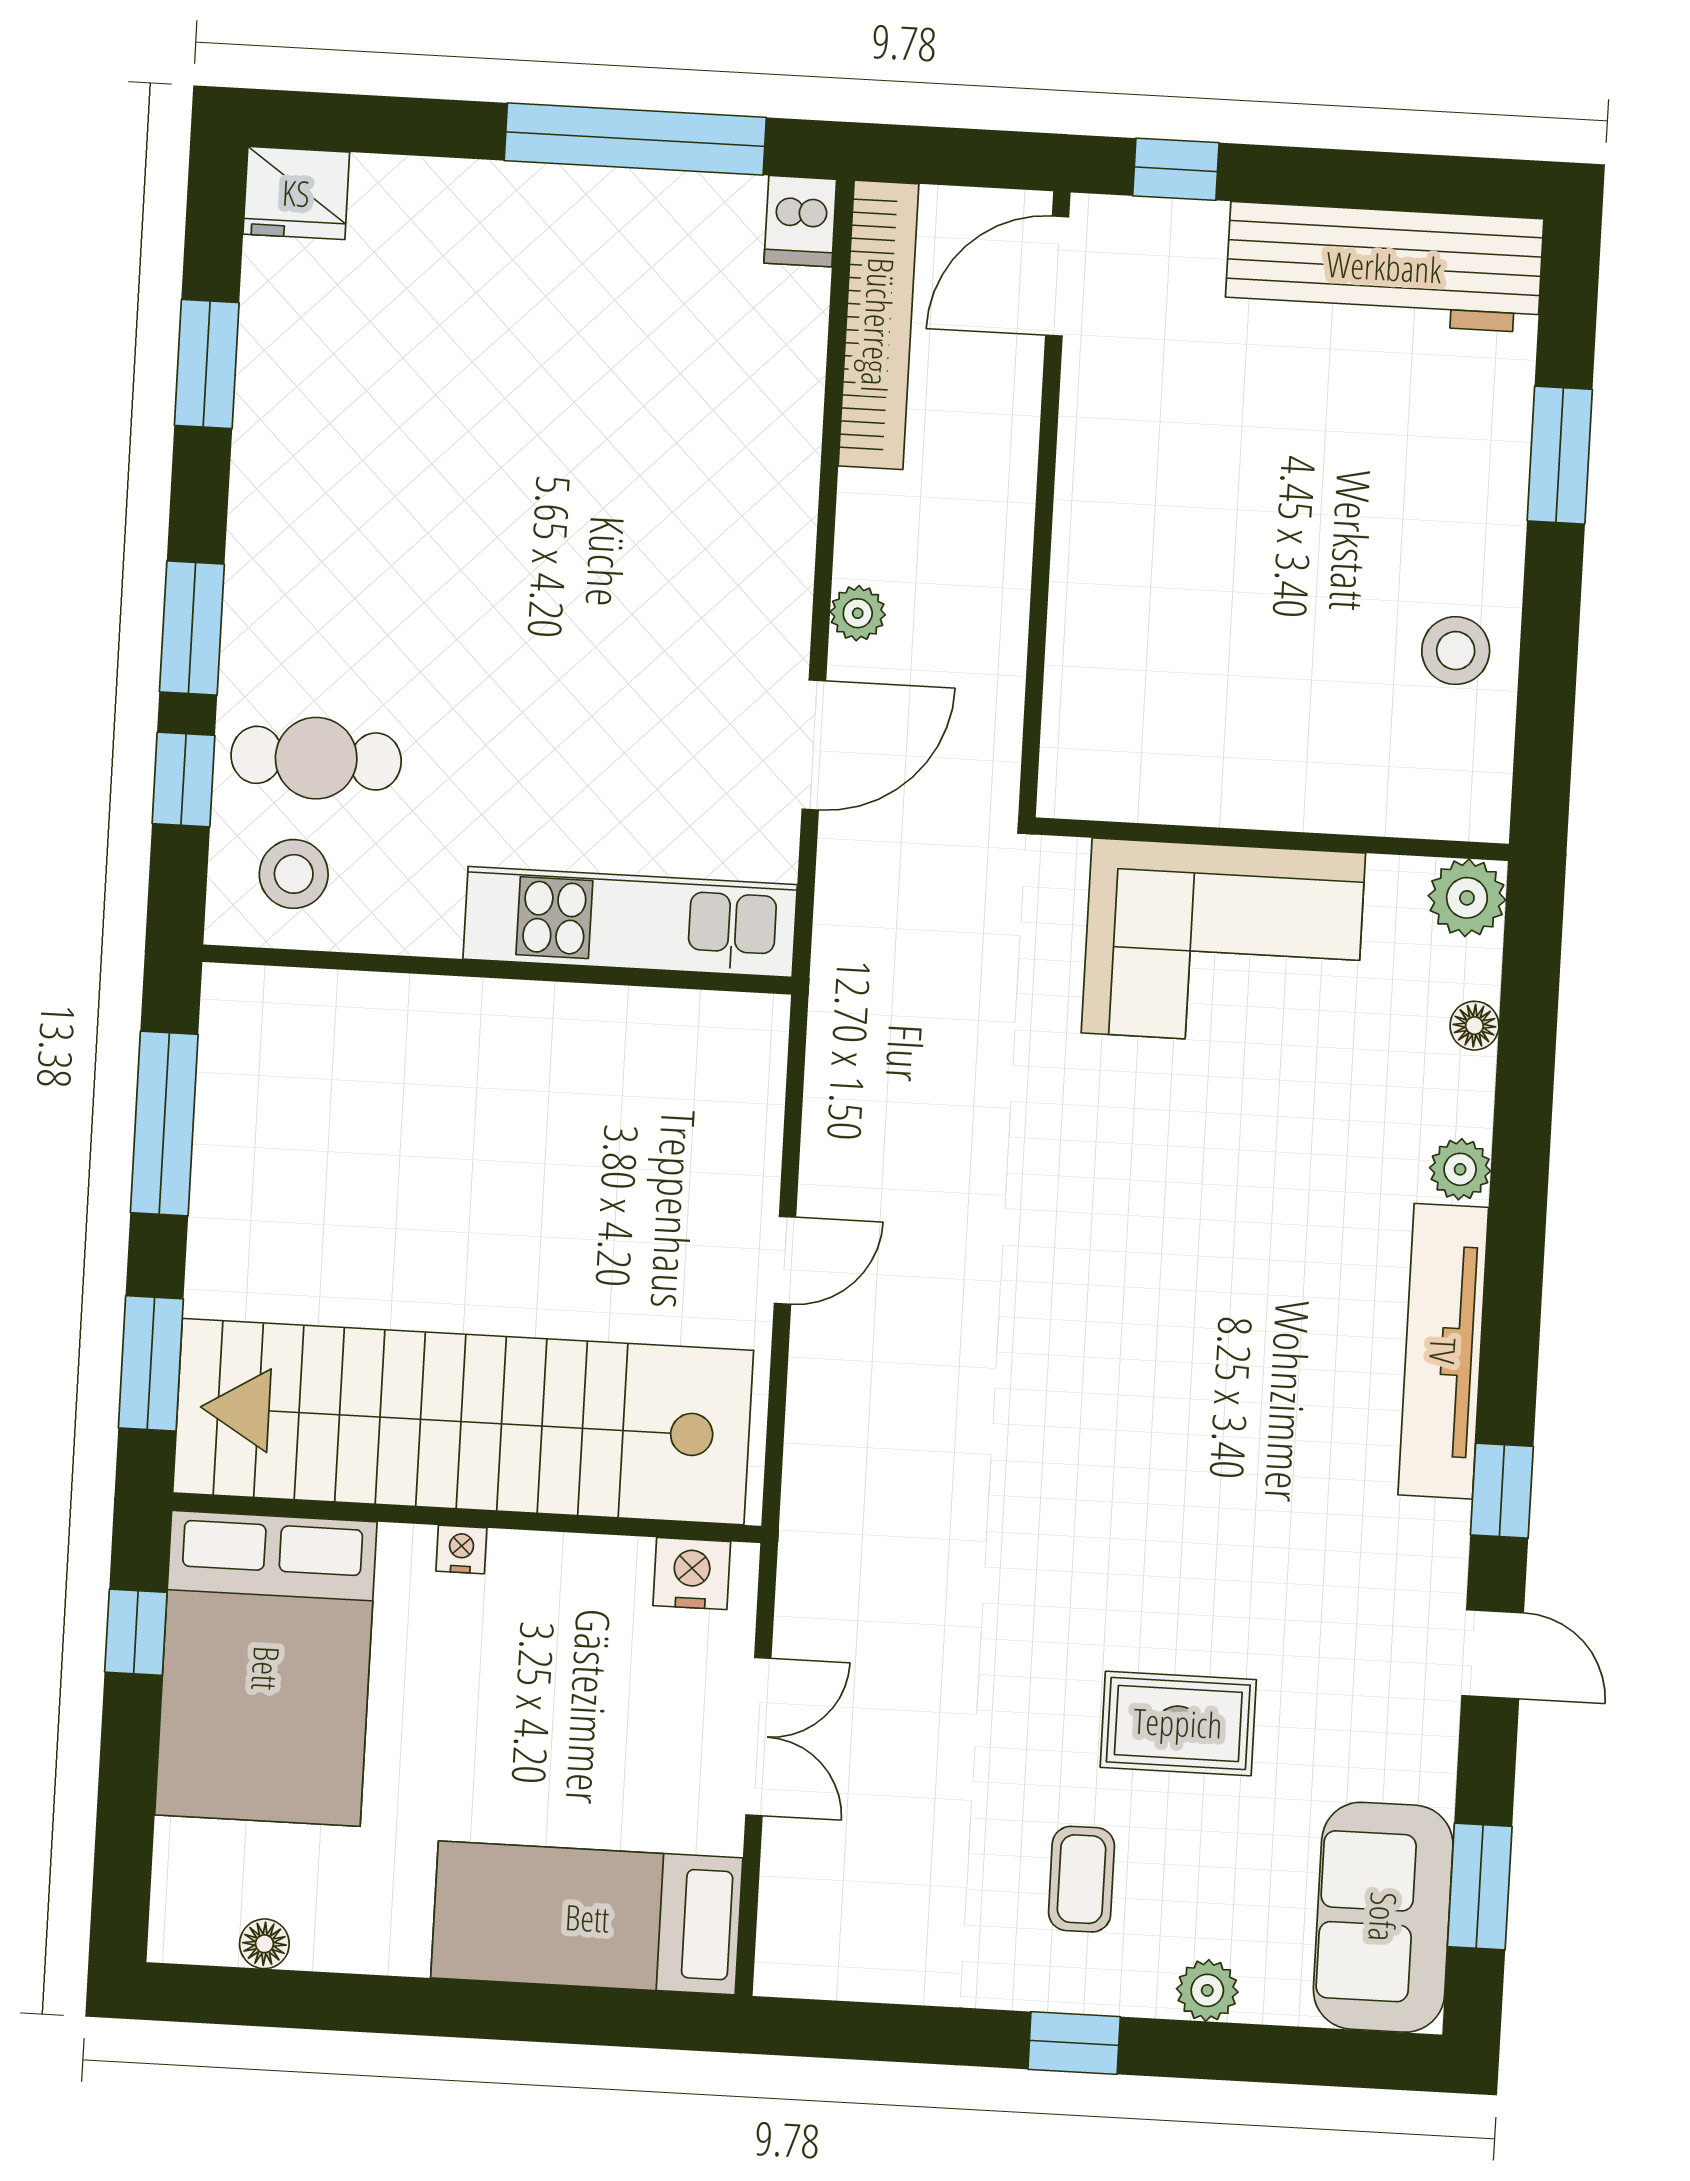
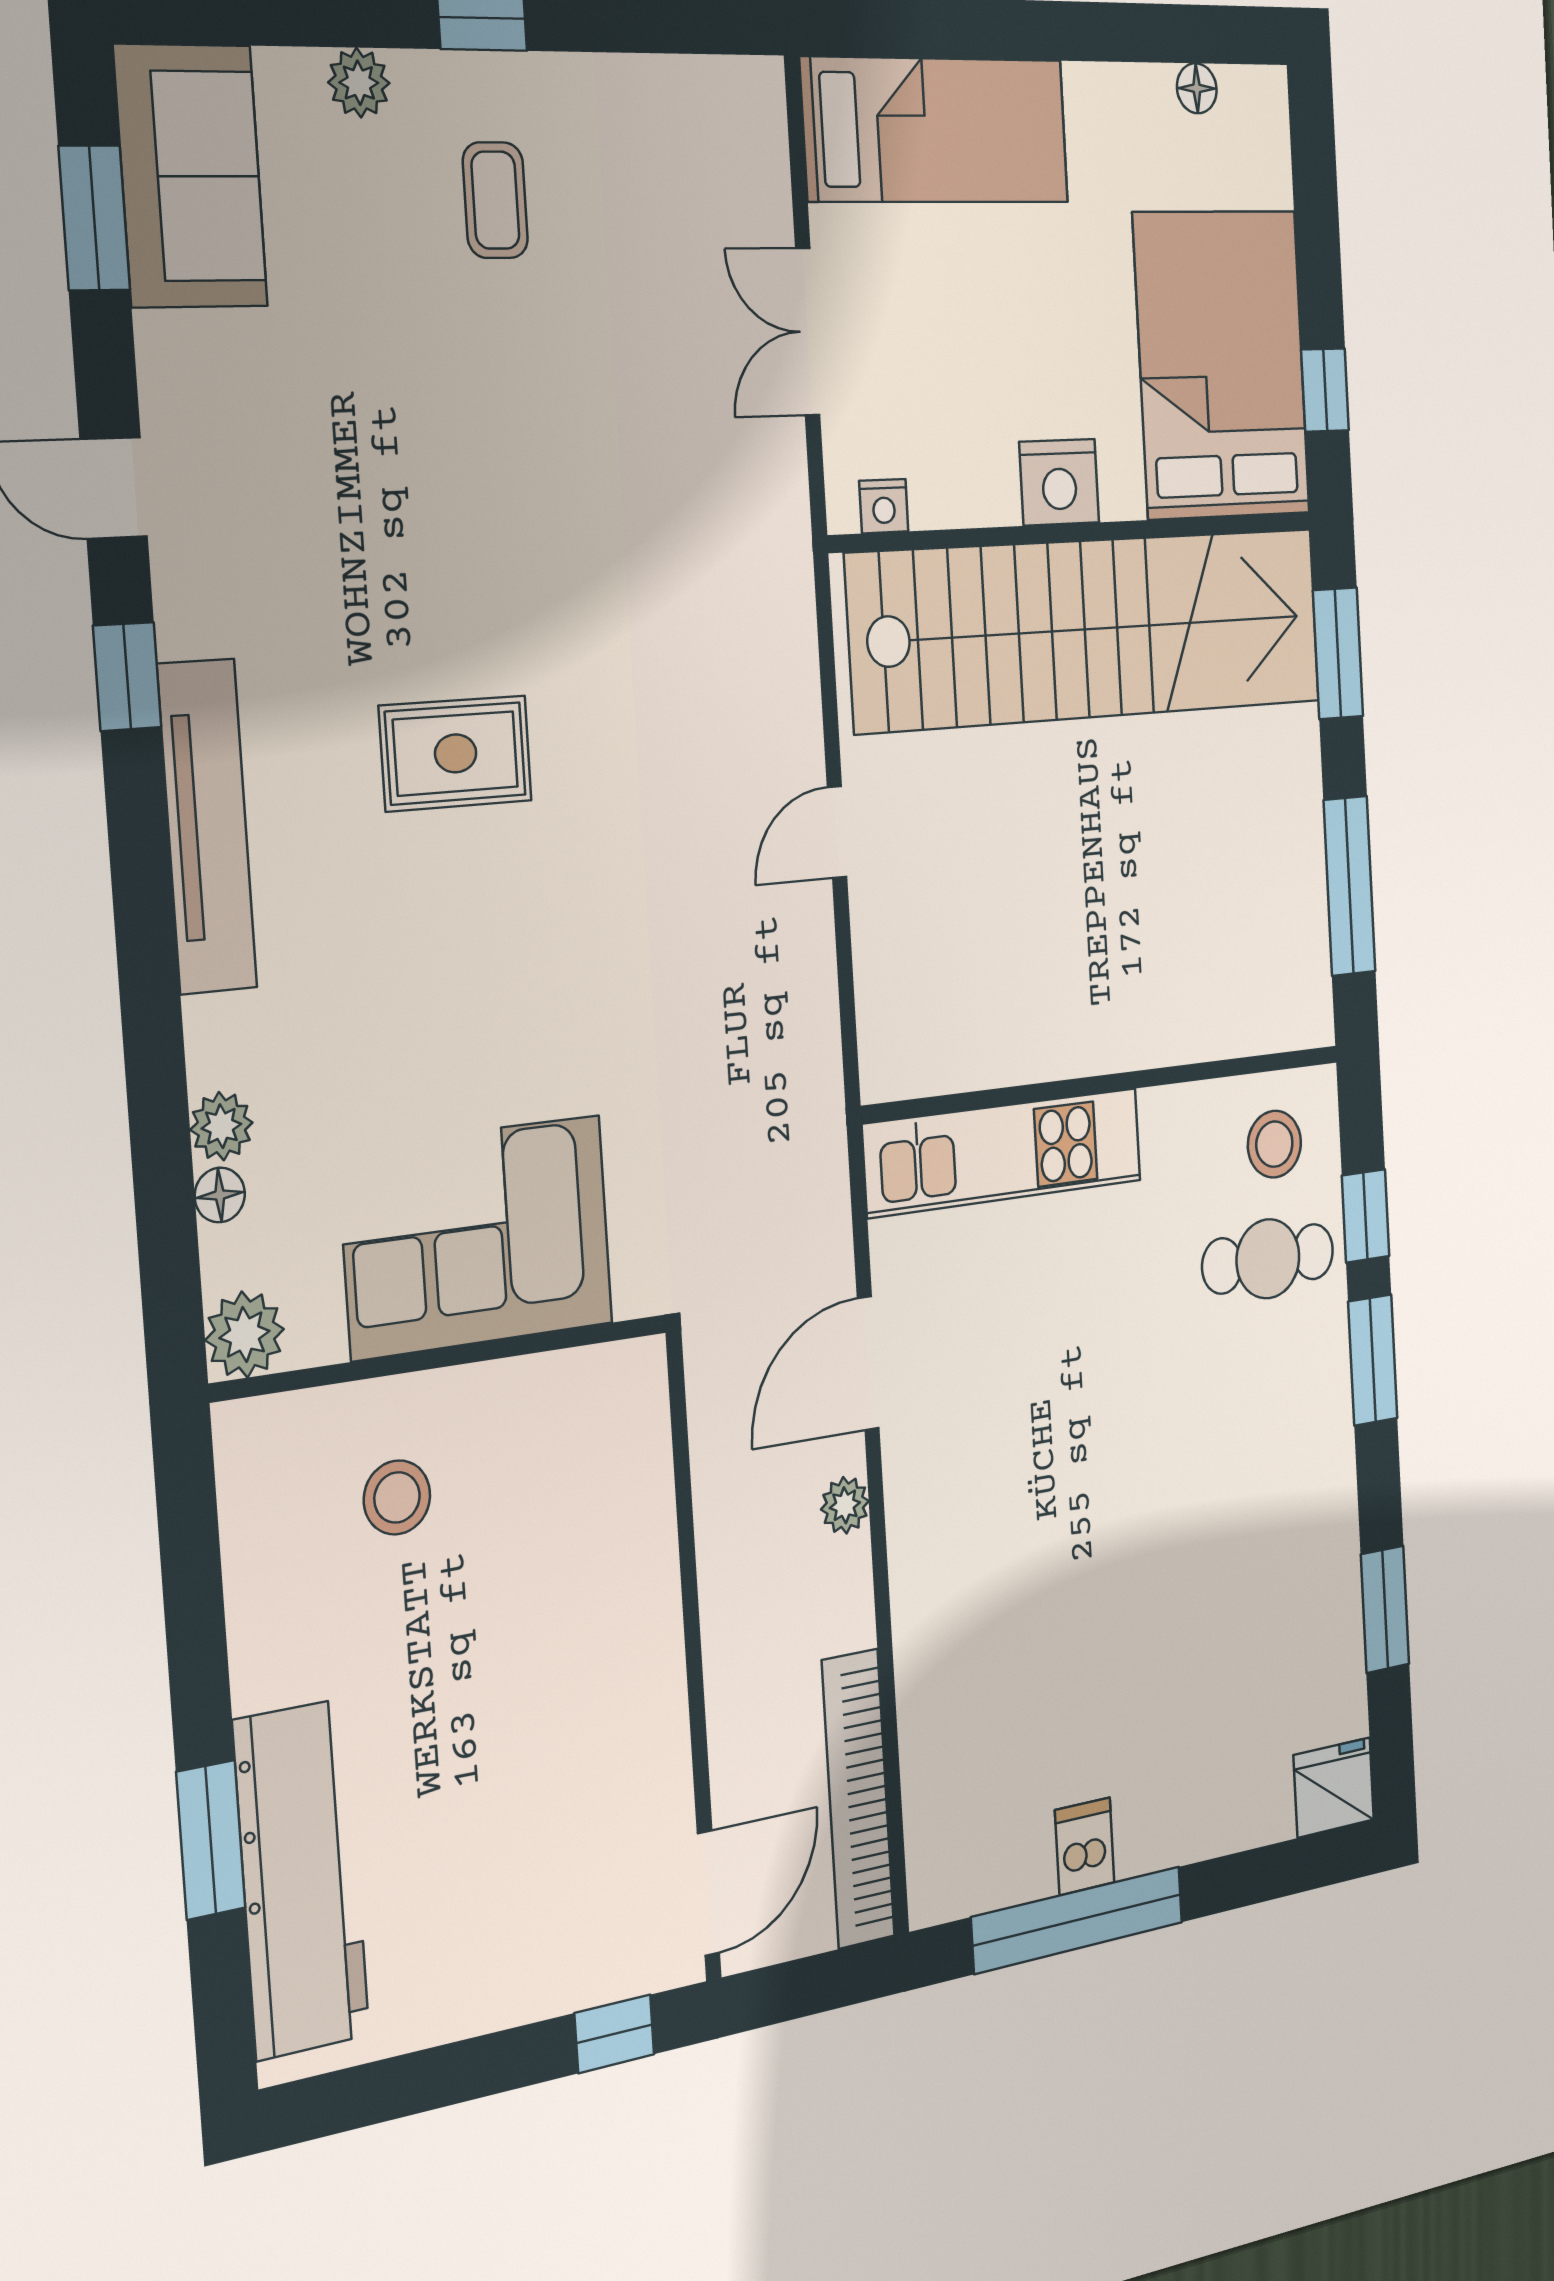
dishwasher: (800, 221) -> (1085, 1846), moved
workbench: (1384, 267) -> (301, 1879), moved, turned 90
stool: (1456, 651) -> (397, 1497), moved
plant: (1460, 1169) -> (221, 1126), moved
nightstand: (461, 1549) -> (1059, 482), width x1.89, depth x1.79
nightstand: (692, 1574) -> (884, 506), width x0.72, depth x0.74
rug: (1178, 1723) -> (456, 753), moved

